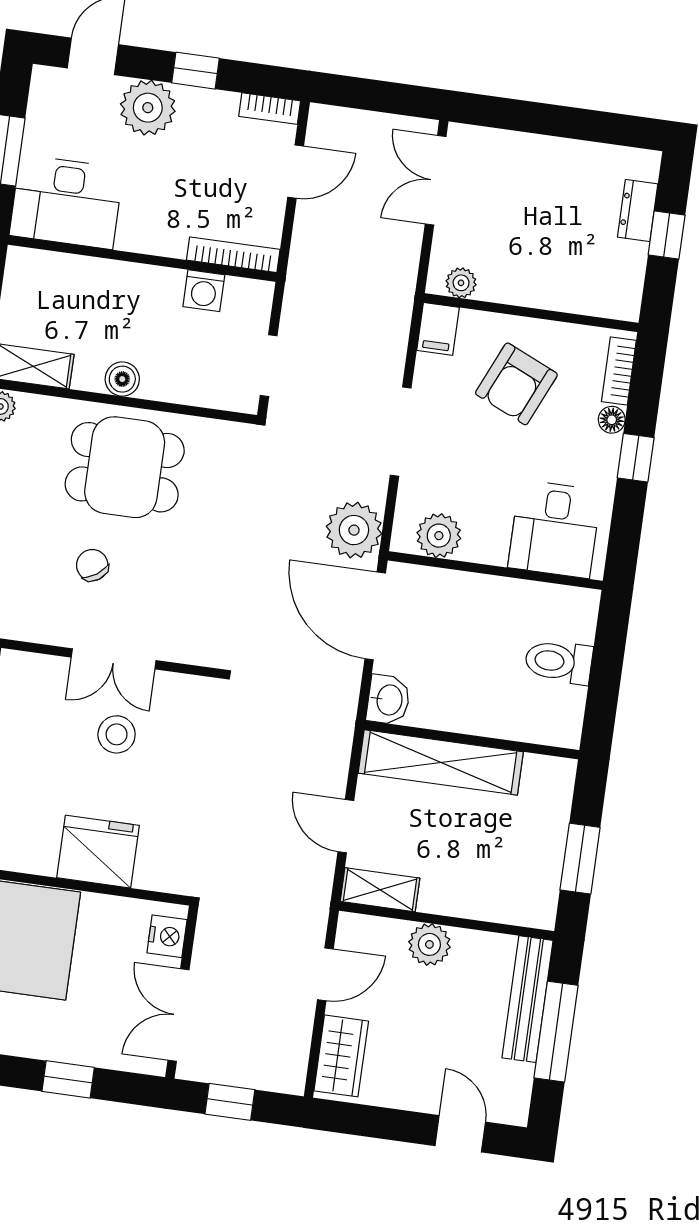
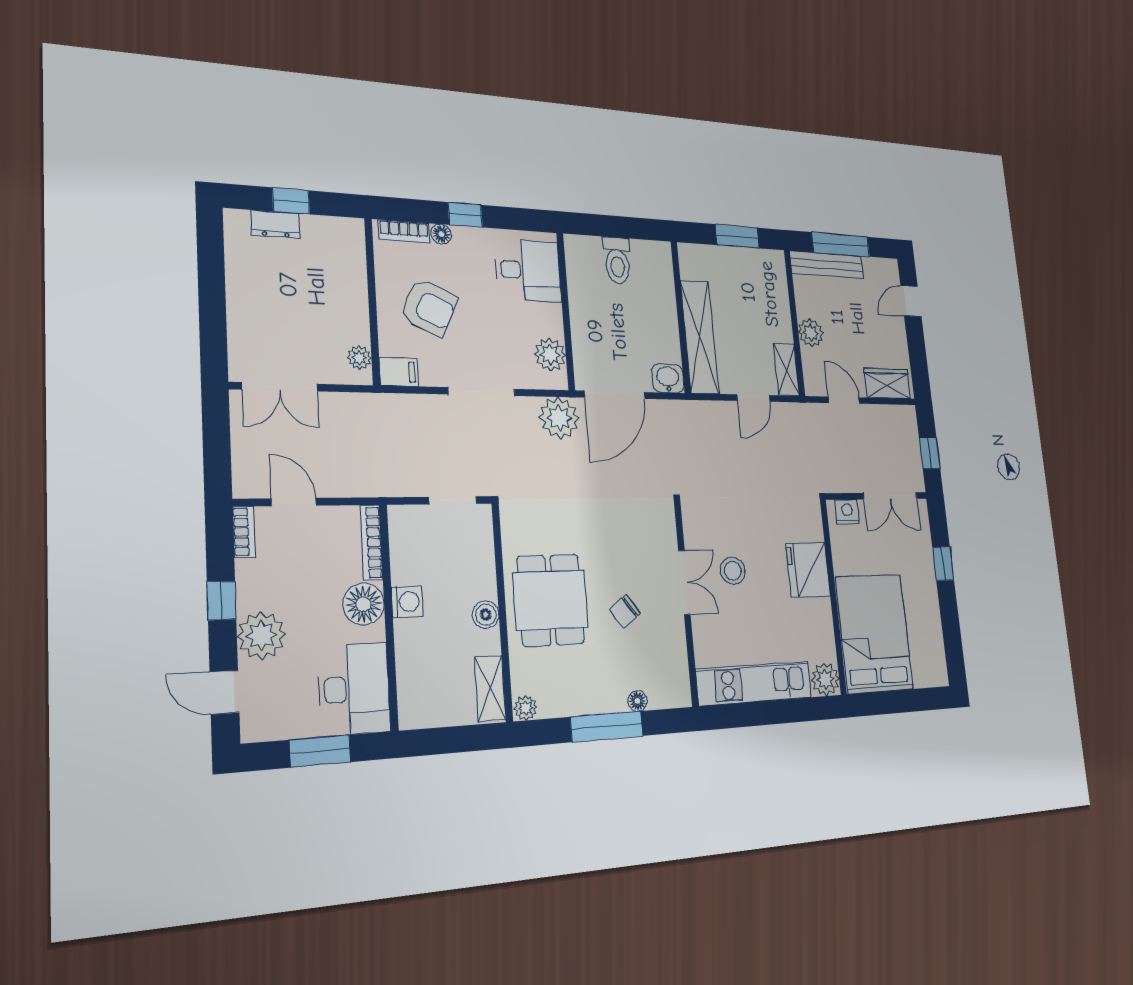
floor lamp: (162, 231) -> (364, 604), added
washing machine: (204, 291) -> (407, 602), moved

